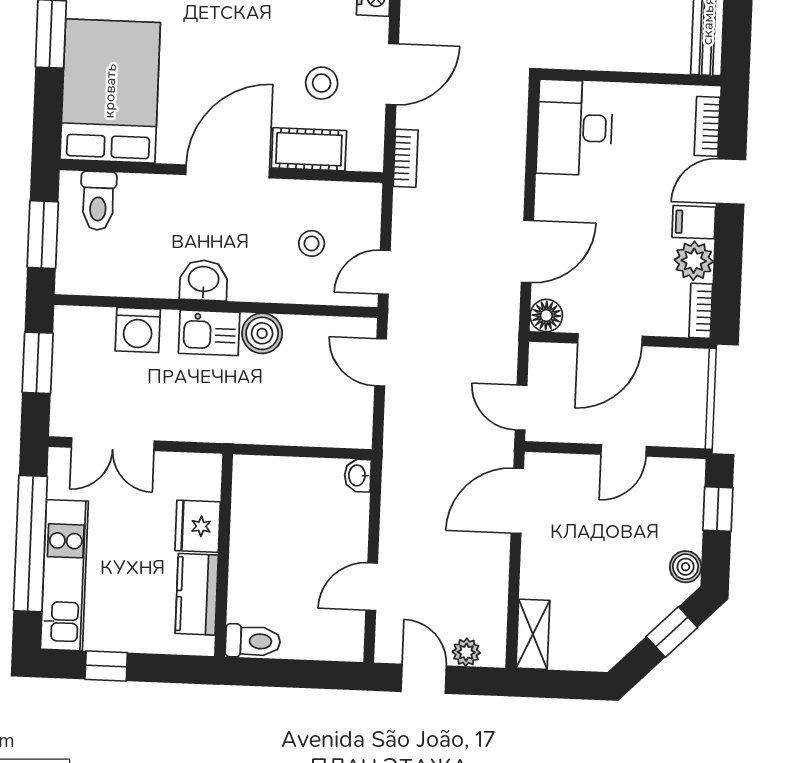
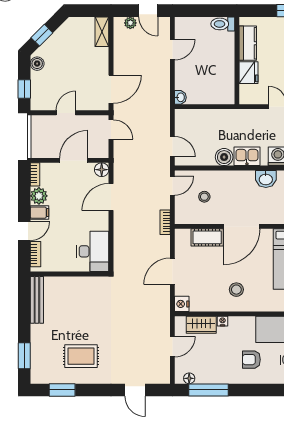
stool: (322, 83) -> (236, 290), moved
bookcase: (406, 158) -> (165, 222), moved
washbasin: (204, 280) -> (266, 179), moved

